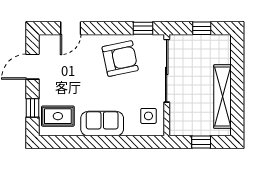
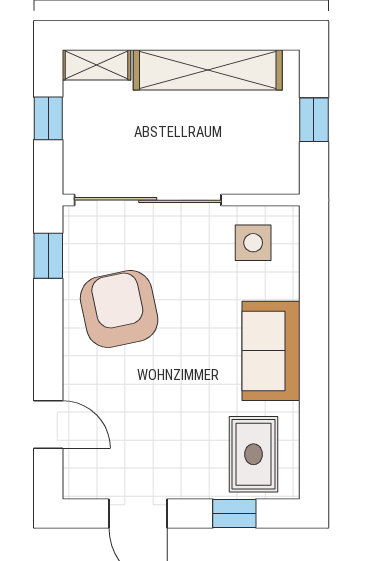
shelving: (225, 49) -> (97, 65), added

